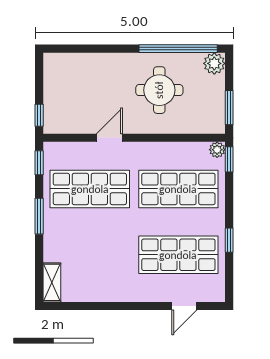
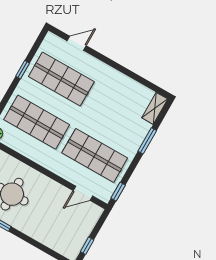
window: (39, 115) -> (87, 246), moved
door: (109, 138) -> (83, 193), moved
window: (39, 216) -> (147, 141), moved

